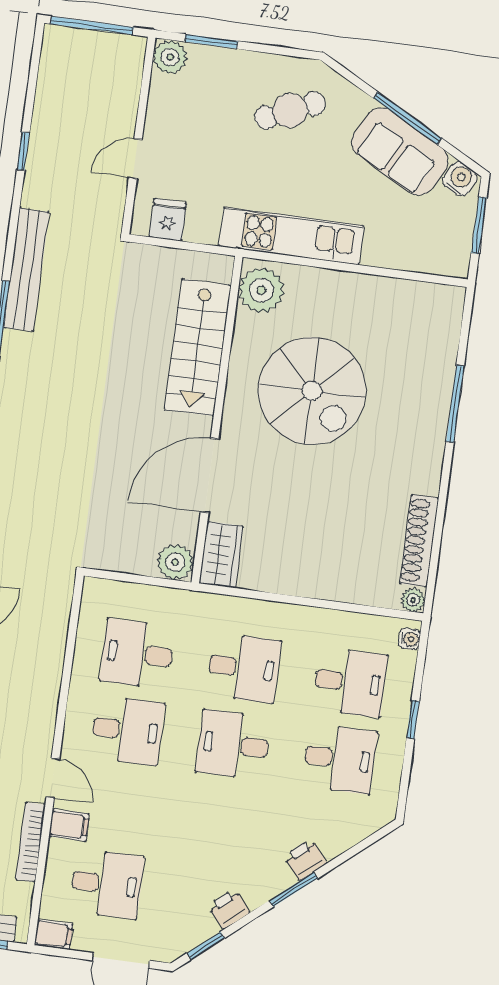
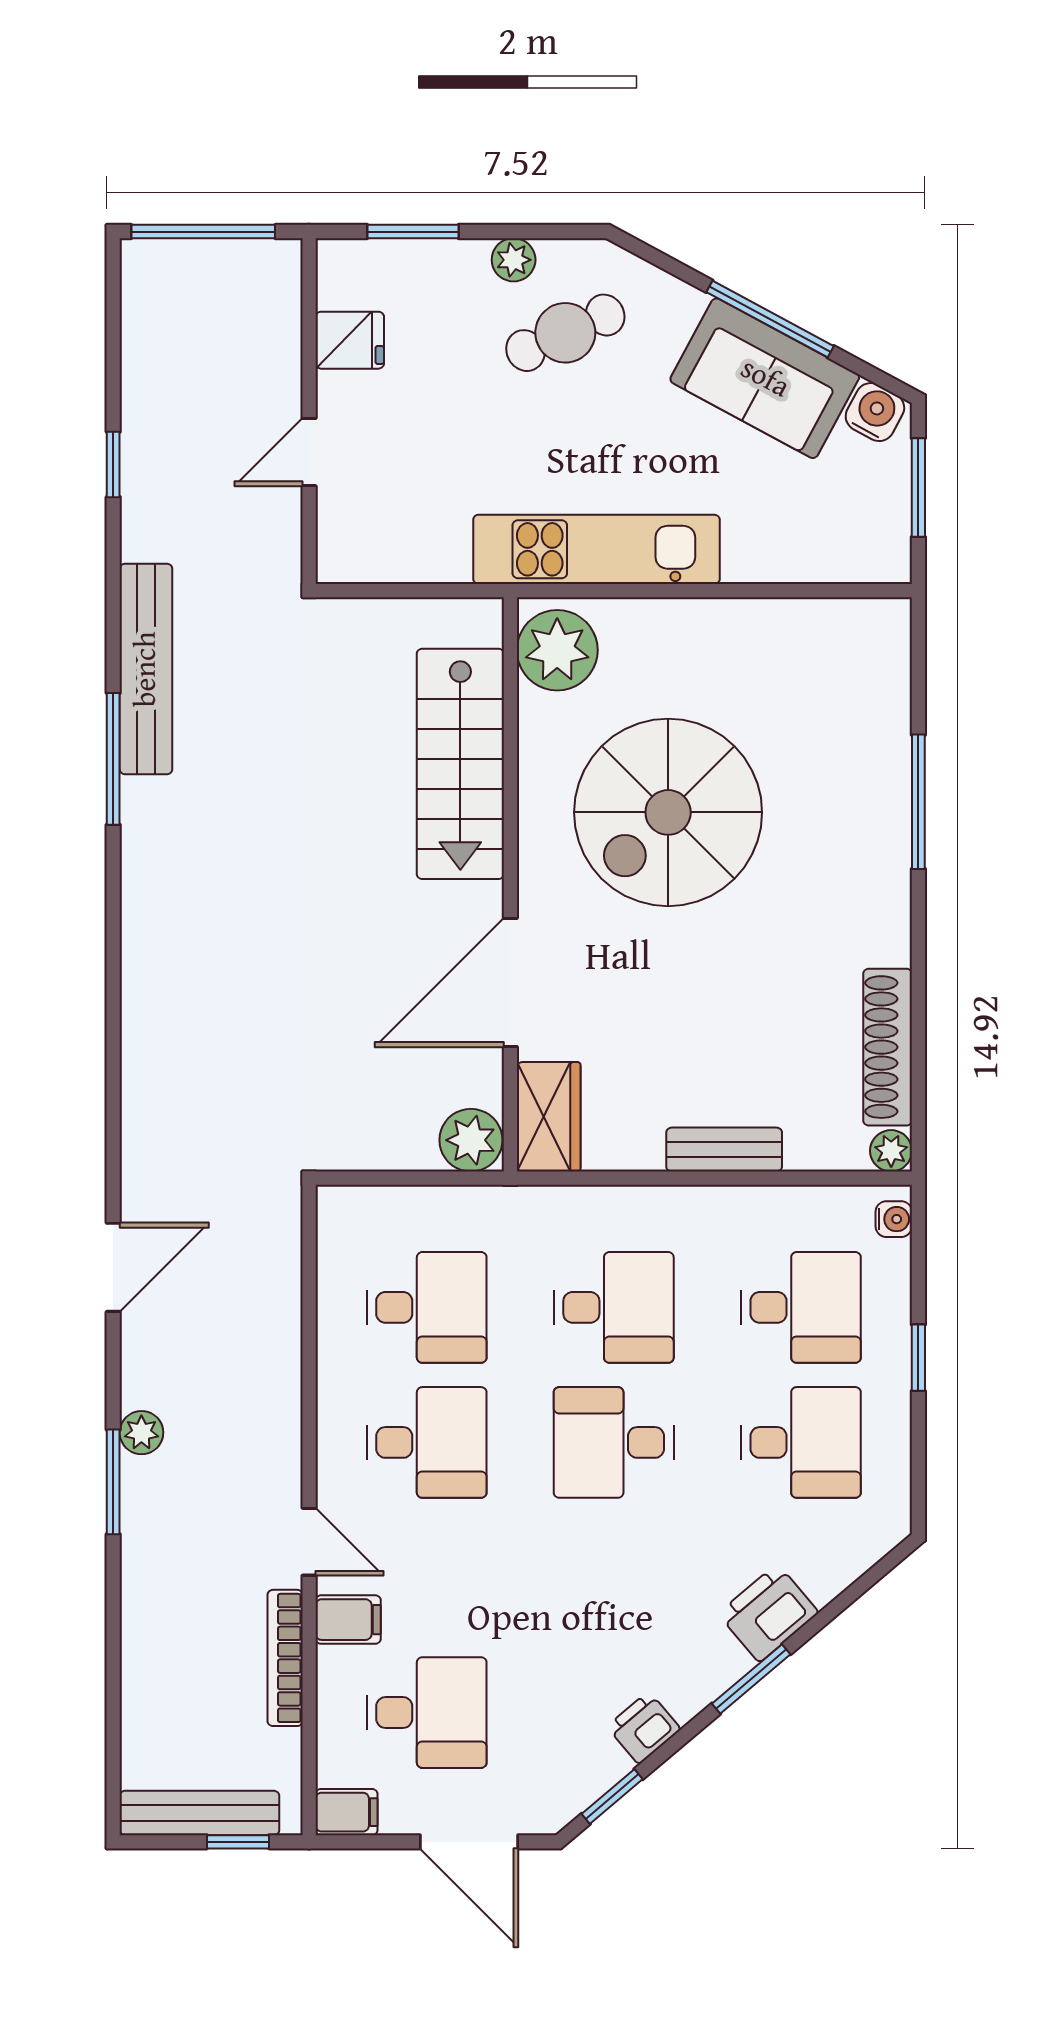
plant: (170, 57) -> (514, 260), moved, width x0.73, depth x0.73
fridge: (168, 220) -> (350, 340), moved, turned 90
spiral stairs: (312, 391) -> (668, 812), turned 90
bench: (318, 587) -> (724, 1150), added
desk: (137, 654) -> (427, 1307), turned 180
printer: (305, 860) -> (768, 1613), width x1.36, depth x1.24

